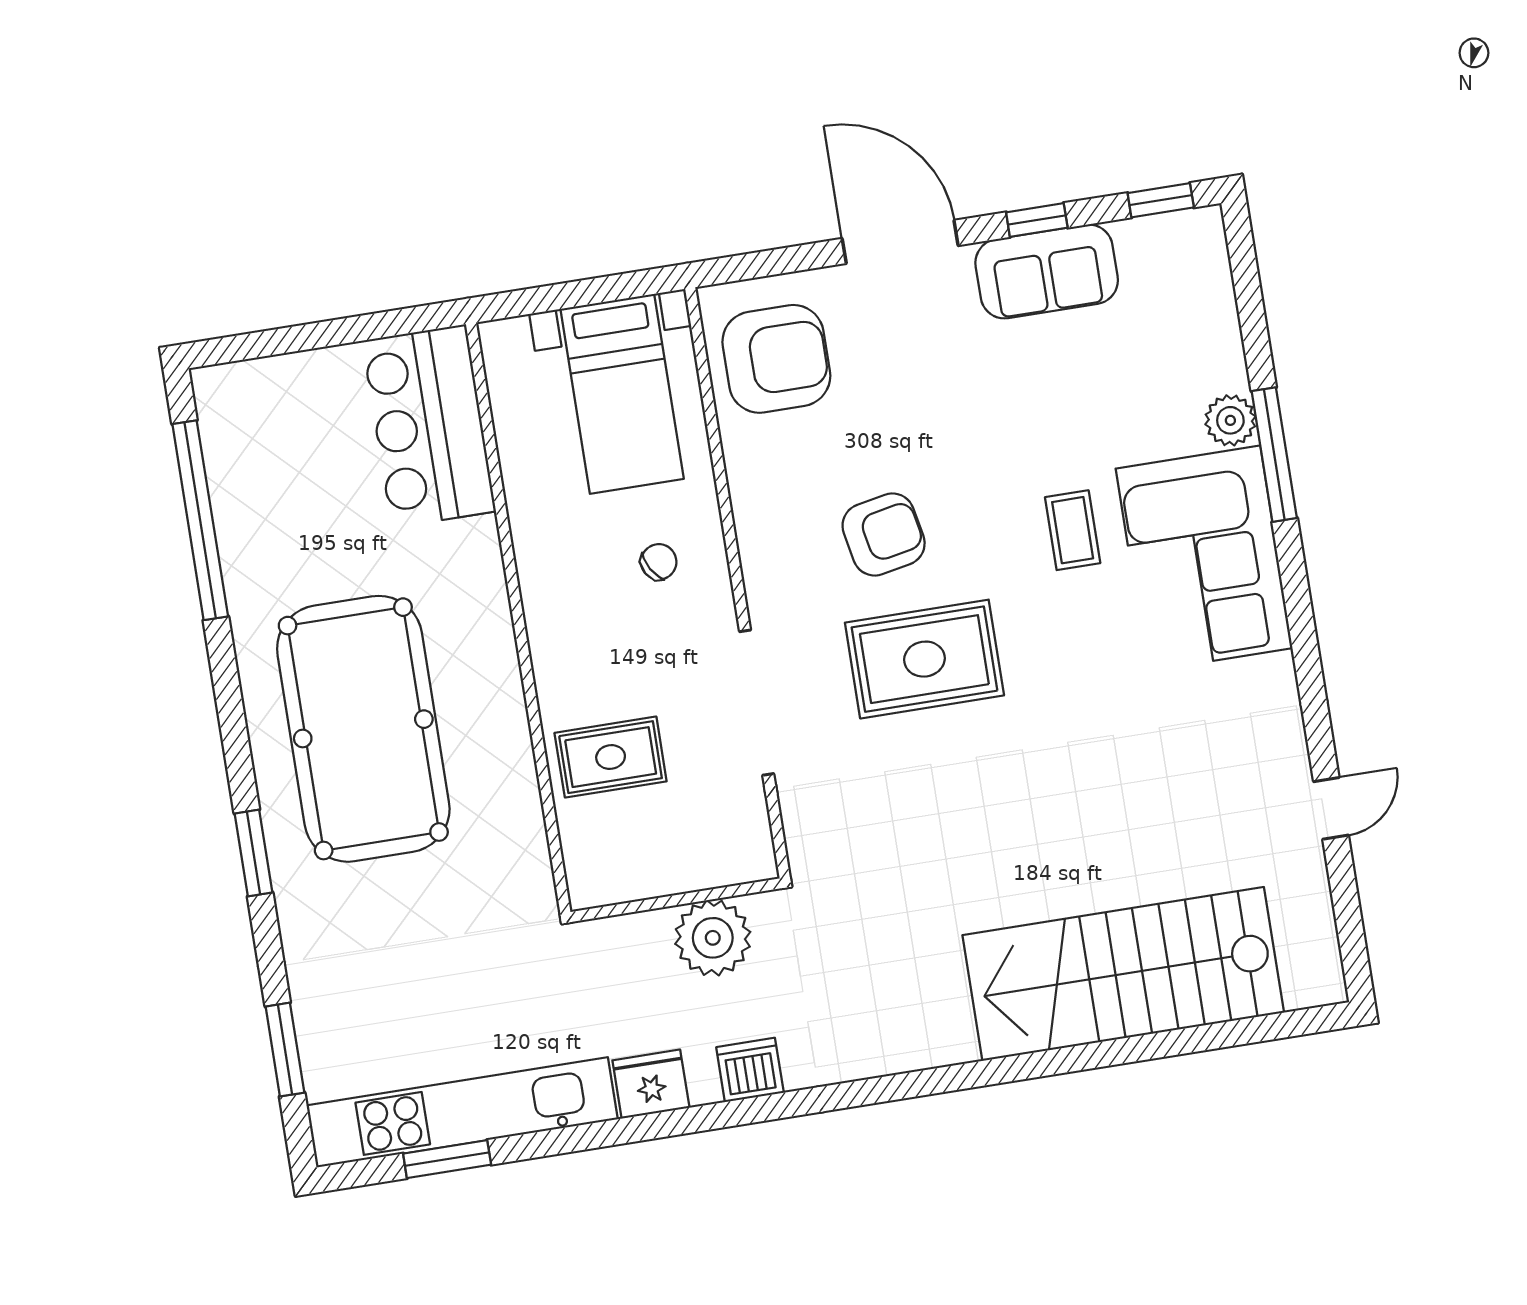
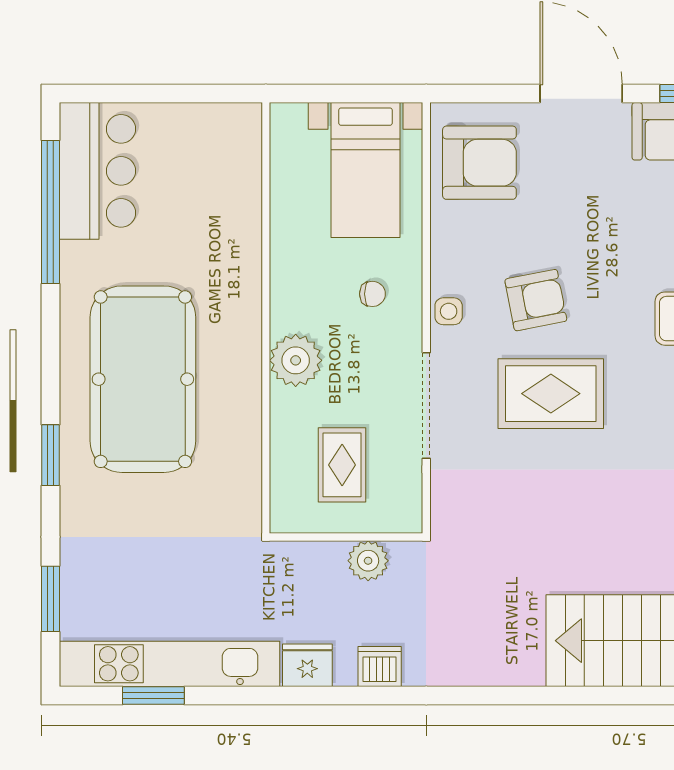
bar counter: (429, 426) -> (97, 171), moved, turned 180
chair: (659, 562) -> (372, 294), turned 30
side table: (767, 569) -> (449, 311), added
plant: (568, 670) -> (296, 360), added
rug: (611, 757) -> (342, 465), moved, turned 90
plant: (713, 938) -> (368, 561), width x0.73, depth x0.73

